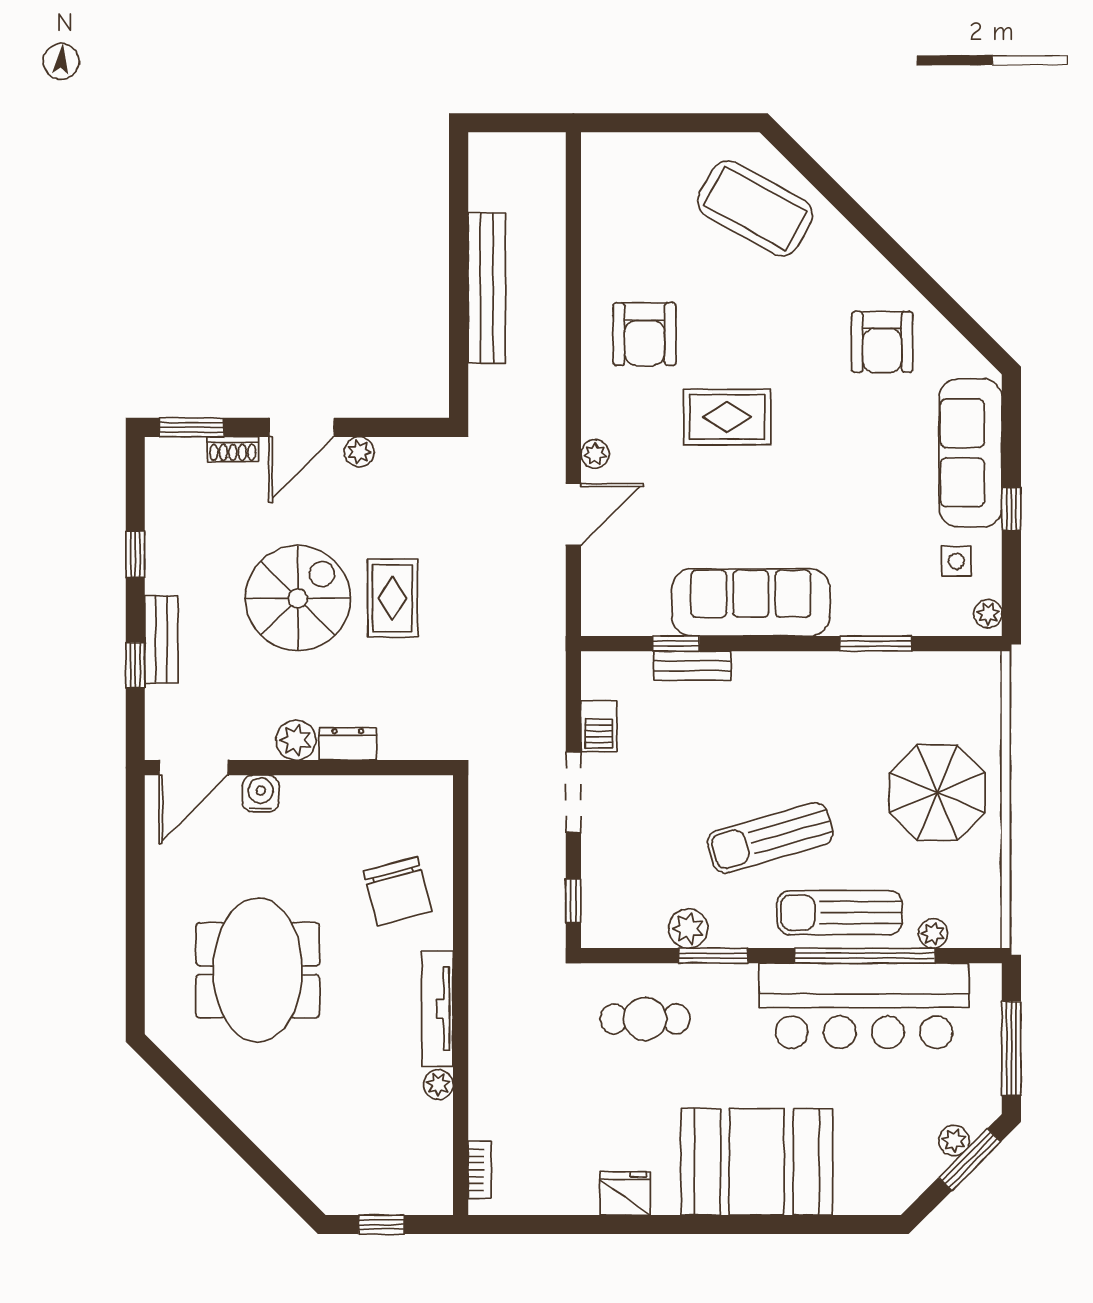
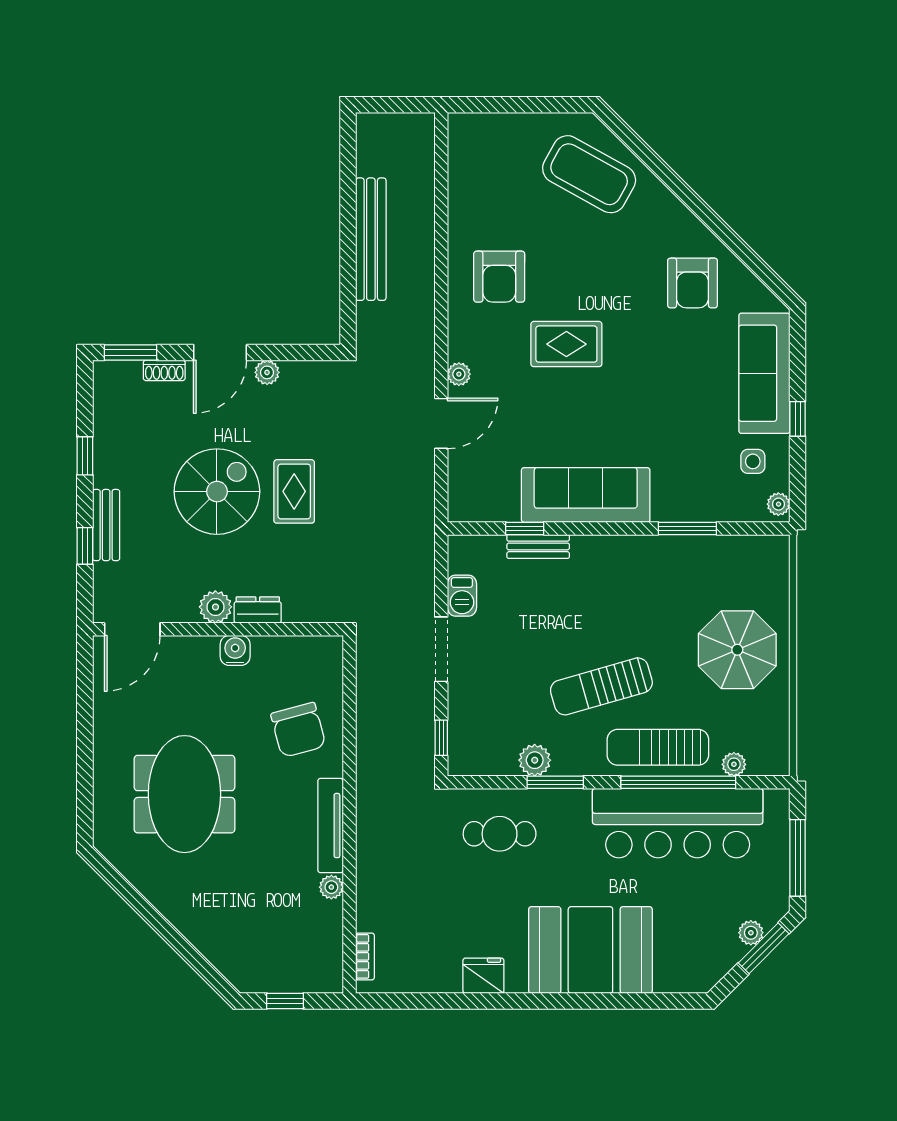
water cooler: (261, 794) -> (235, 650), moved

